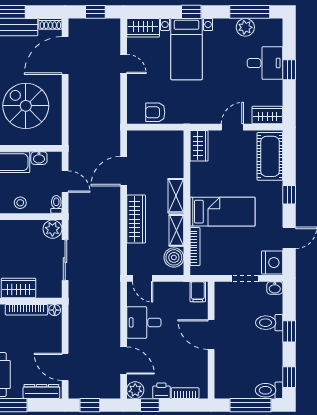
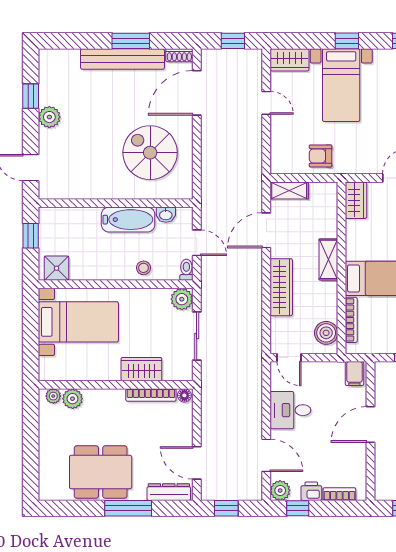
armchair: (155, 112) -> (321, 156), moved
shelving: (176, 230) -> (289, 190), moved, turned 90
door: (211, 335) -> (371, 425), hinge flipped

